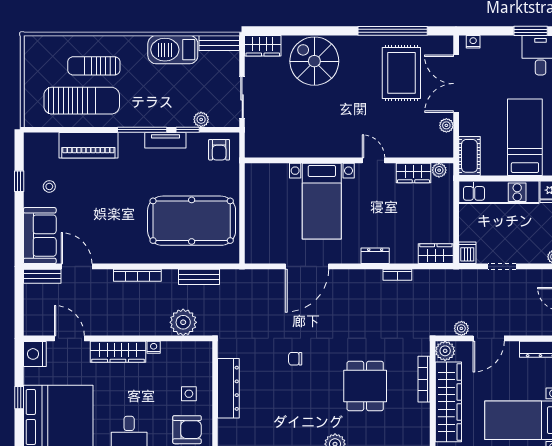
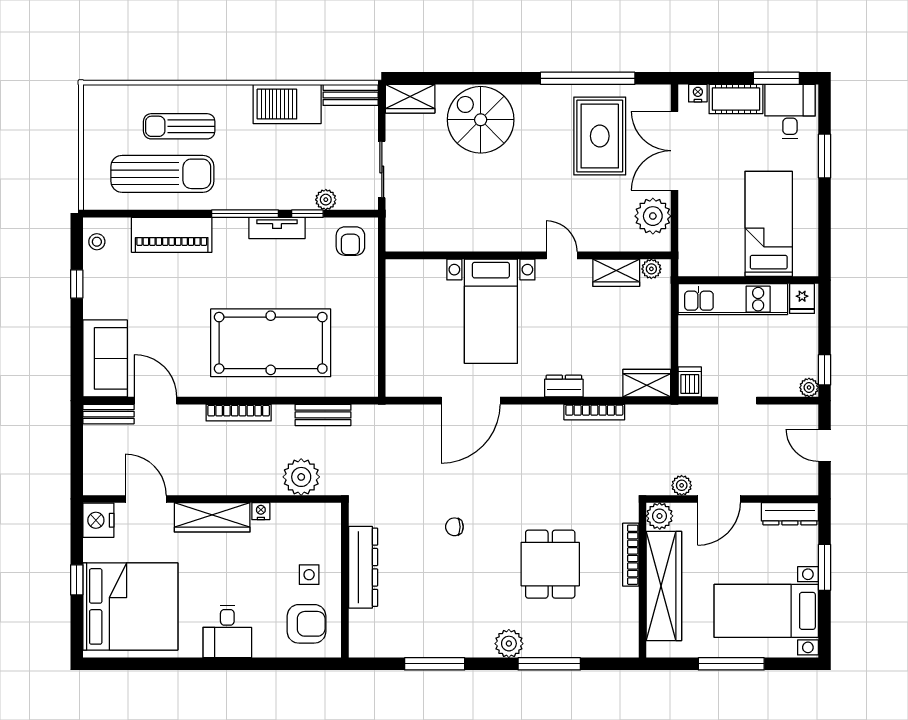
plant: (446, 125) -> (653, 216), width x1.87, depth x1.87
cot: (469, 156) -> (736, 99), moved, turned 90
stool: (49, 186) -> (97, 242), moved
pool table: (192, 221) -> (271, 343), moved
bookcase: (397, 275) -> (594, 412), width x1.56

